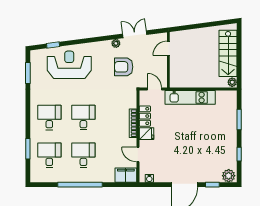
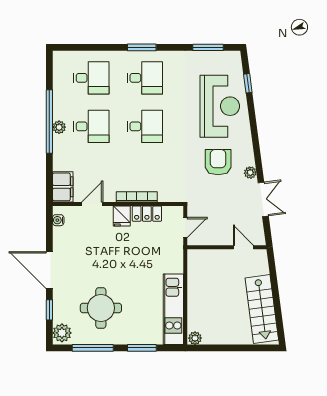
stairs: (228, 53) -> (262, 309), moved, turned -98
armchair: (124, 67) -> (218, 162), moved
kitchen unit: (190, 97) -> (173, 309), moved
round table: (211, 148) -> (101, 308), added
window: (28, 149) -> (142, 47), moved
window: (239, 154) -> (93, 348), width x2.17
plant: (84, 178) -> (59, 127), added

